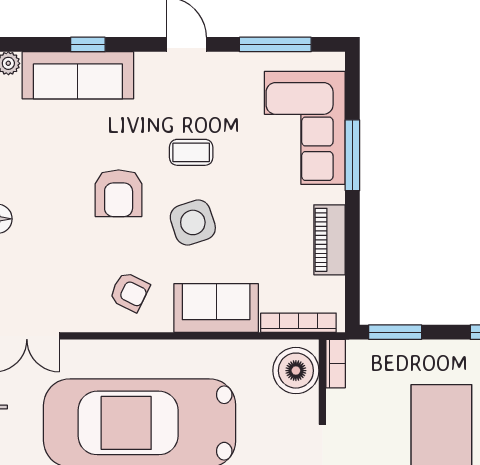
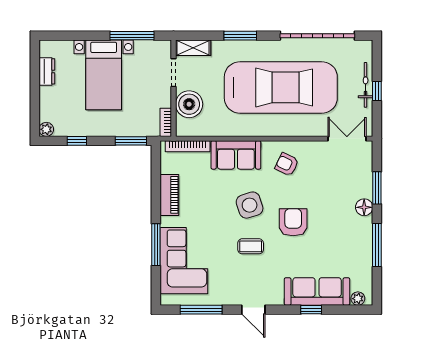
boiler: (296, 371) -> (189, 104), moved

